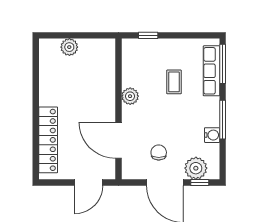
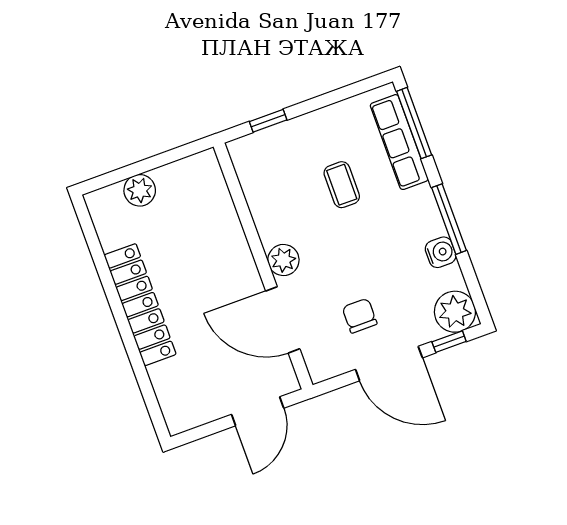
plant: (130, 96) -> (283, 260), moved
locker: (48, 140) -> (140, 305), moved
plant: (196, 168) -> (455, 312), moved

